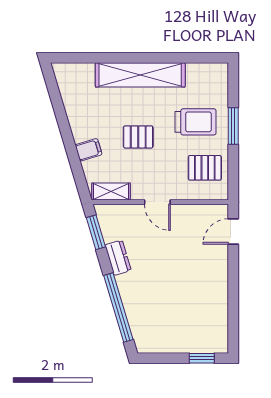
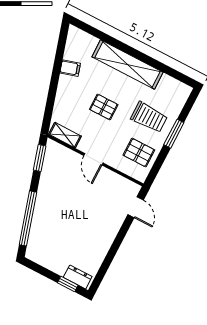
filing cabinet: (89, 150) -> (70, 68), moved
door: (233, 232) -> (136, 207), swing flipped
dresser: (118, 258) -> (78, 277), moved, turned -73

